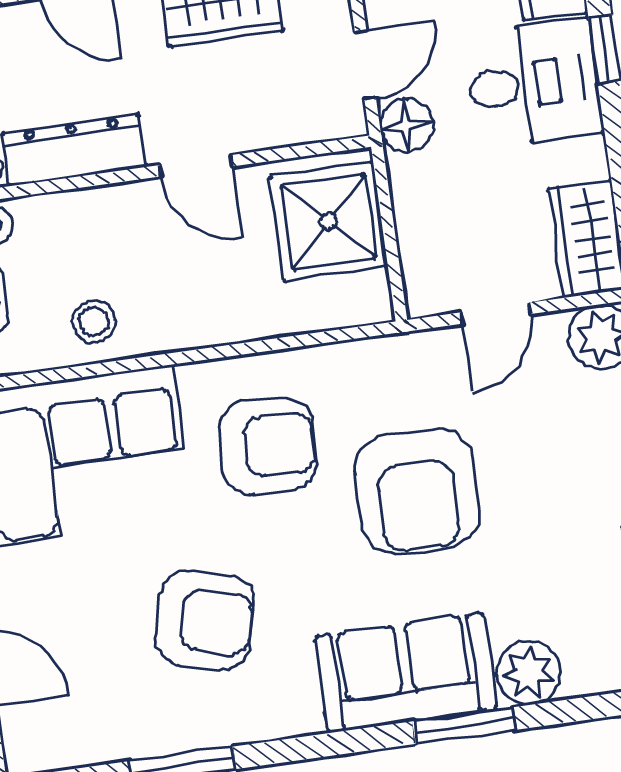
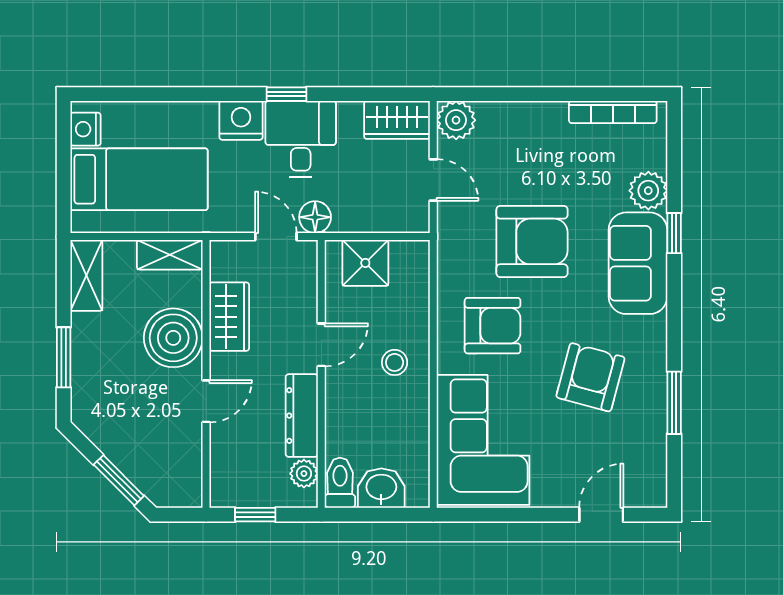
shower: (328, 222) -> (365, 263), width x0.73, depth x0.73
stool: (94, 322) -> (395, 362), moved
armchair: (268, 446) -> (493, 326), turned 87
window: (464, 726) -> (674, 233), width x0.67

